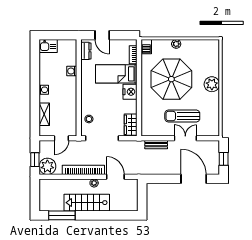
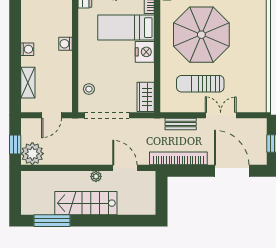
washing machine: (72, 71) -> (65, 44), moved
plant: (212, 84) -> (257, 42), removed
sun lounger: (182, 116) -> (200, 84), moved
bookcase: (83, 170) -> (178, 158), moved

